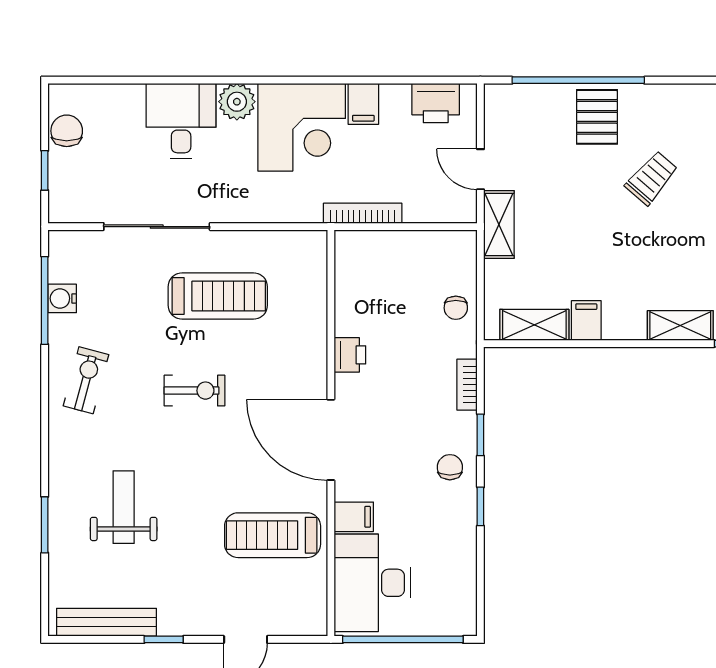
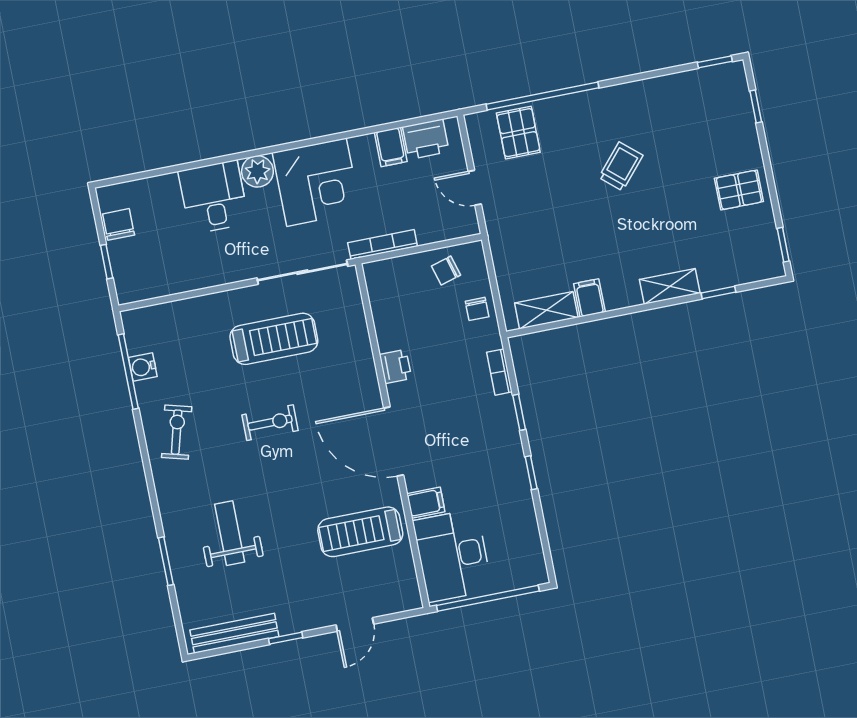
filing cabinet: (363, 104) -> (391, 147), moved
pallet: (597, 117) -> (518, 133), moved
shelving: (499, 224) -> (500, 231), removed
sliding door: (157, 227) -> (302, 272), moved
chair: (450, 467) -> (446, 271), moved, turned -106

